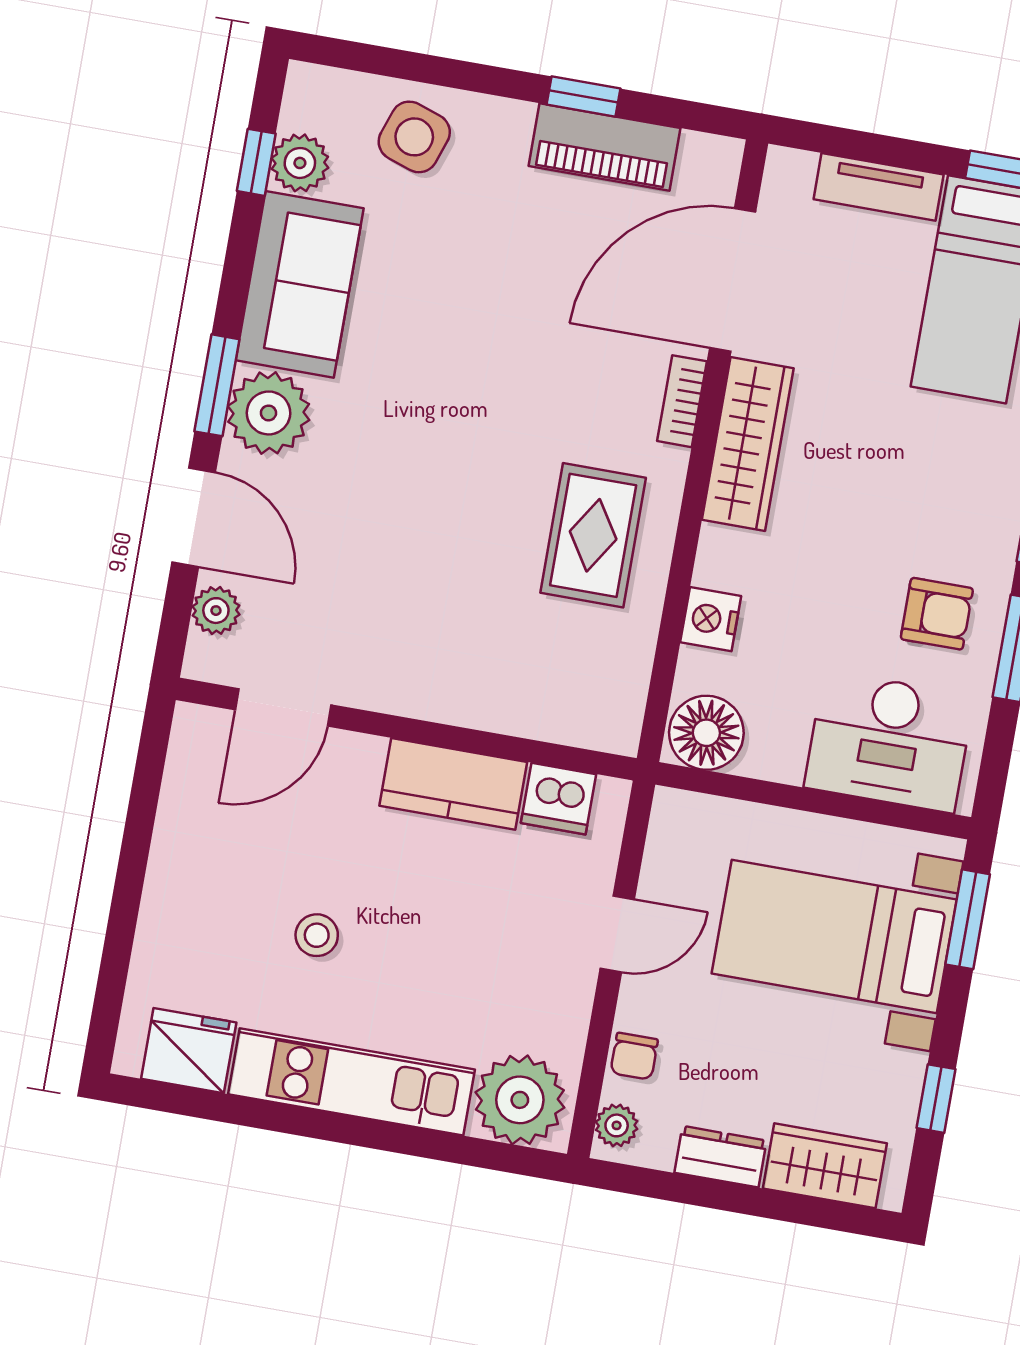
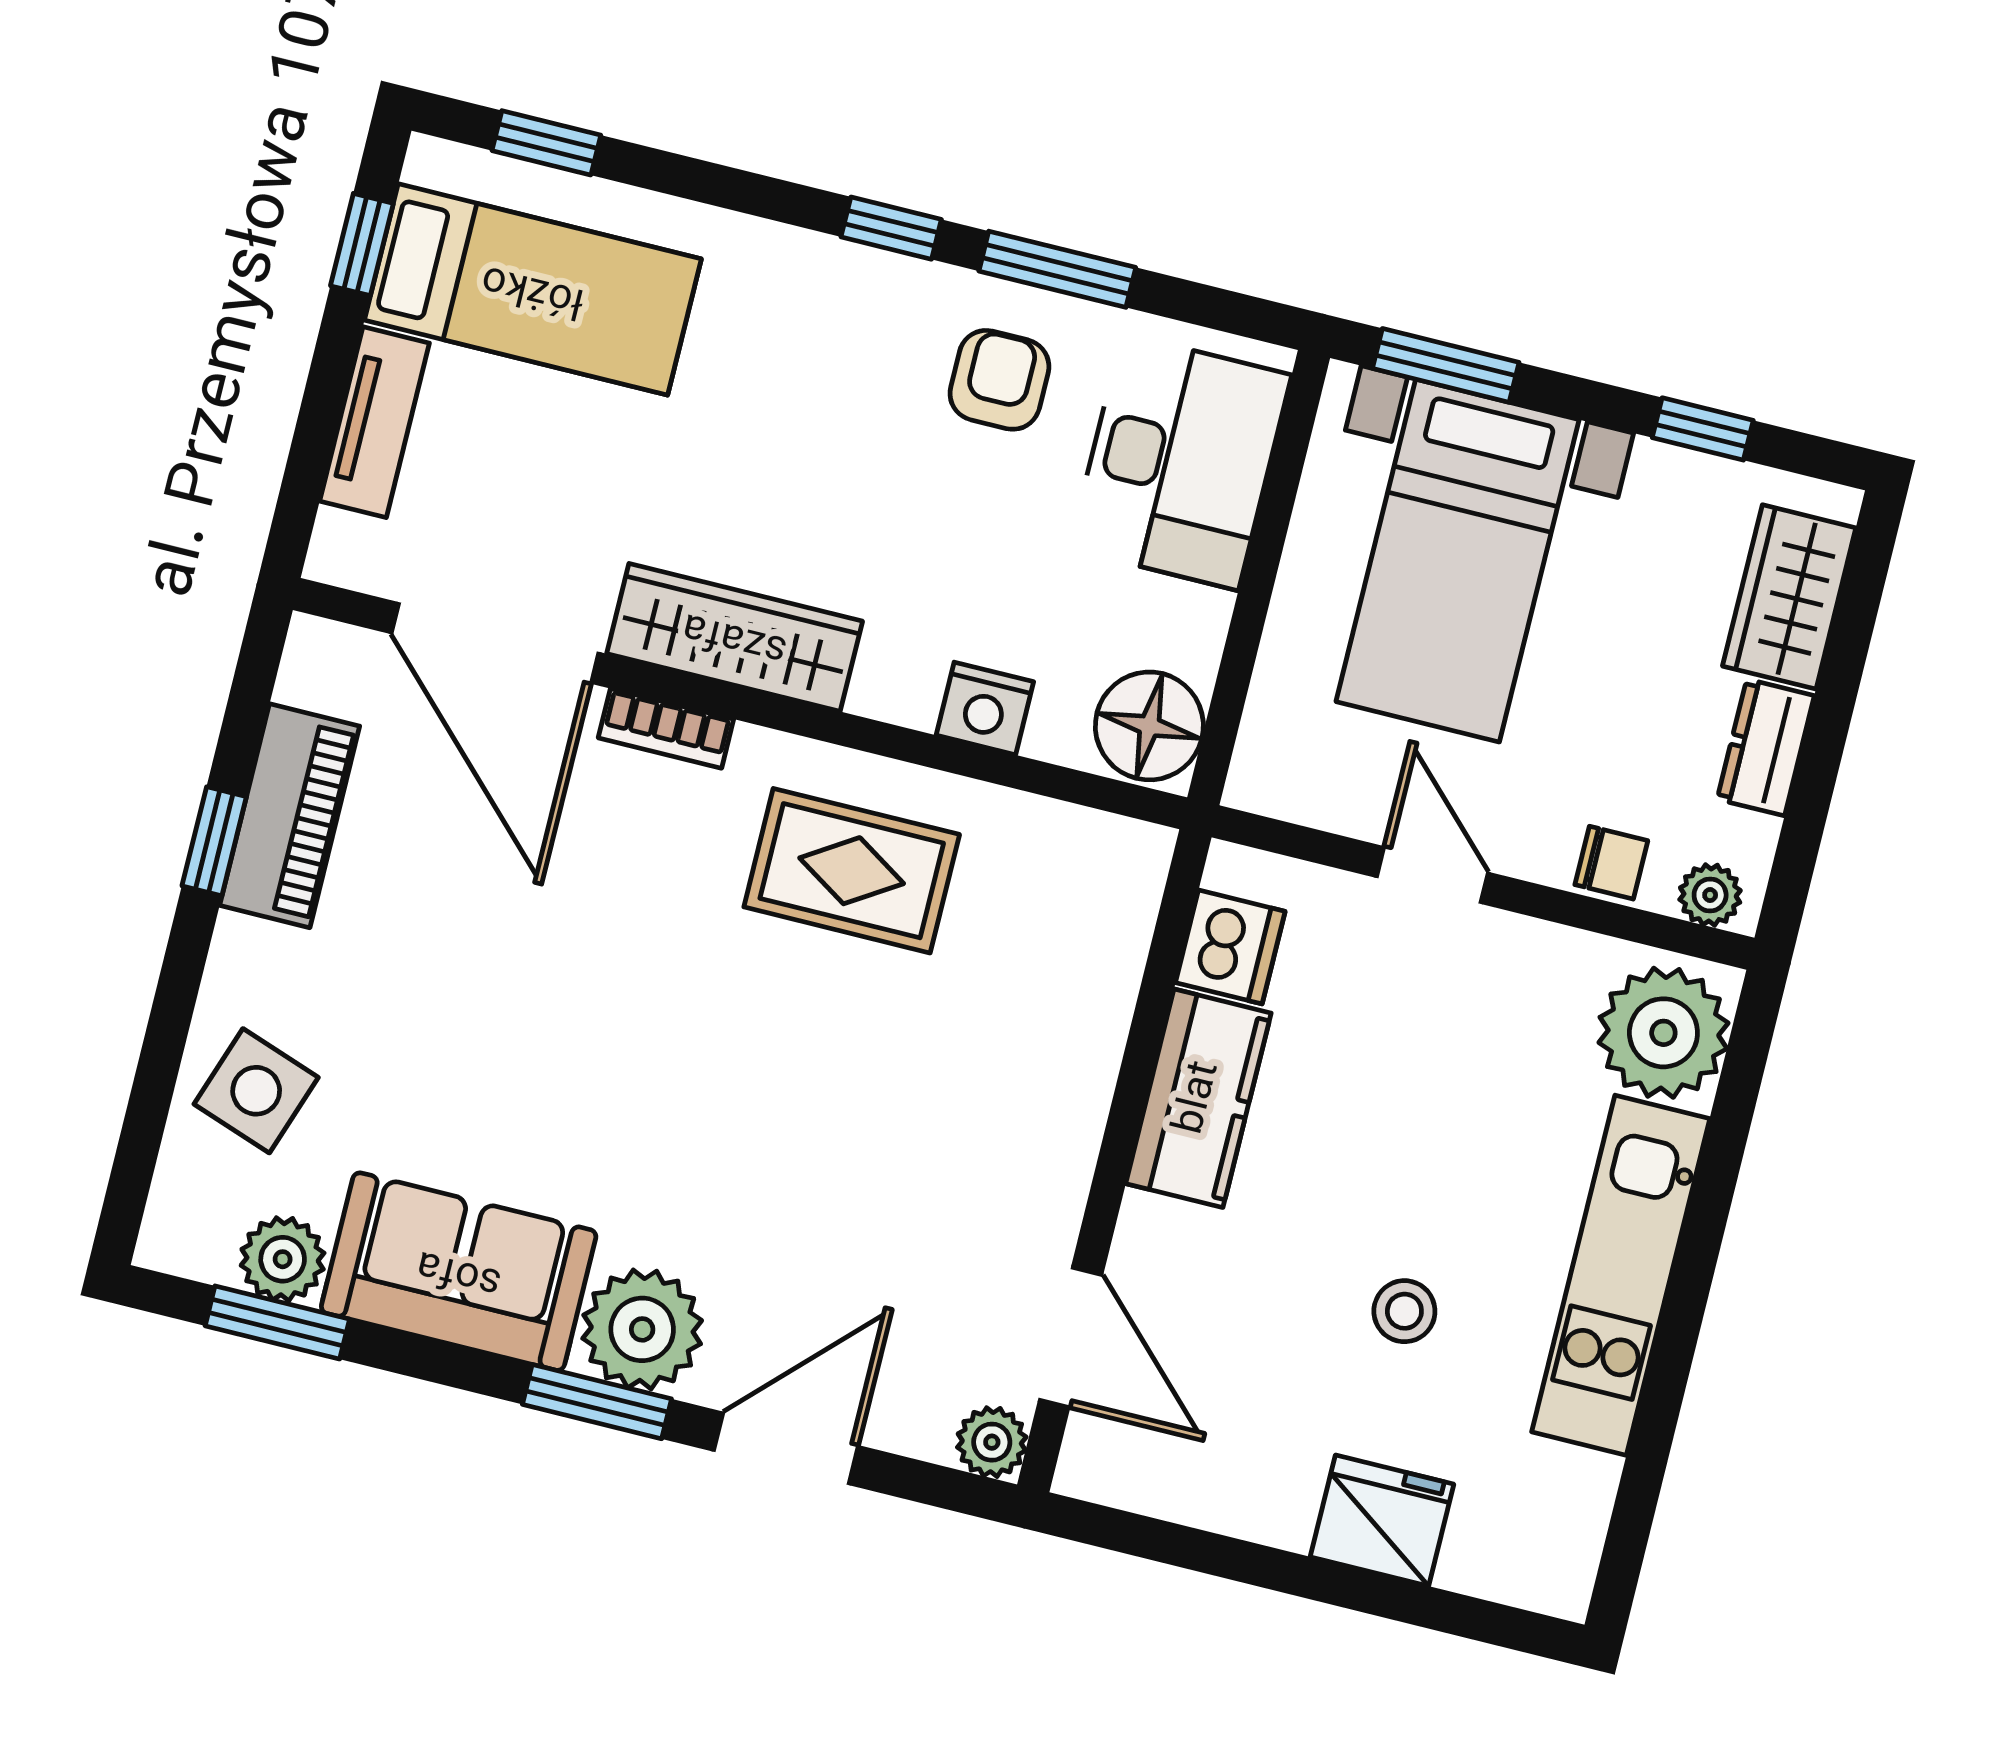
window: (256, 162) -> (277, 1322), width x1.50
plant: (216, 611) -> (992, 1442), moved
fridge: (189, 1051) -> (1382, 1521), moved, turned 90

